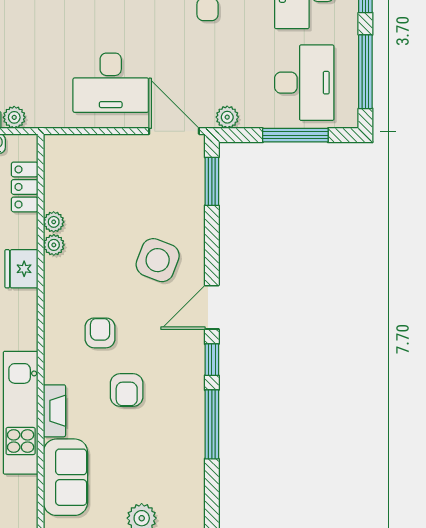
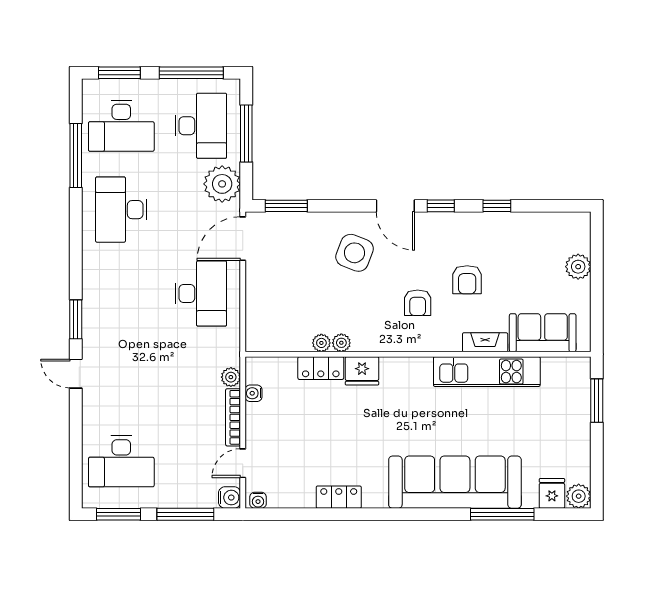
desk: (304, 83) -> (201, 126), turned 90
plant: (227, 117) -> (222, 184), width x1.88, depth x1.88
locker: (25, 187) -> (321, 368), moved
armchair: (100, 333) -> (418, 303), turned -90
armchair: (127, 390) -> (467, 280), turned 90
window: (212, 424) -> (497, 206), width x0.46

